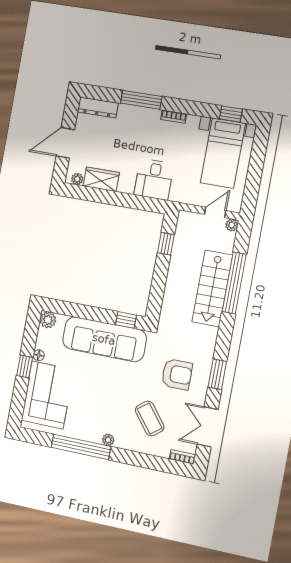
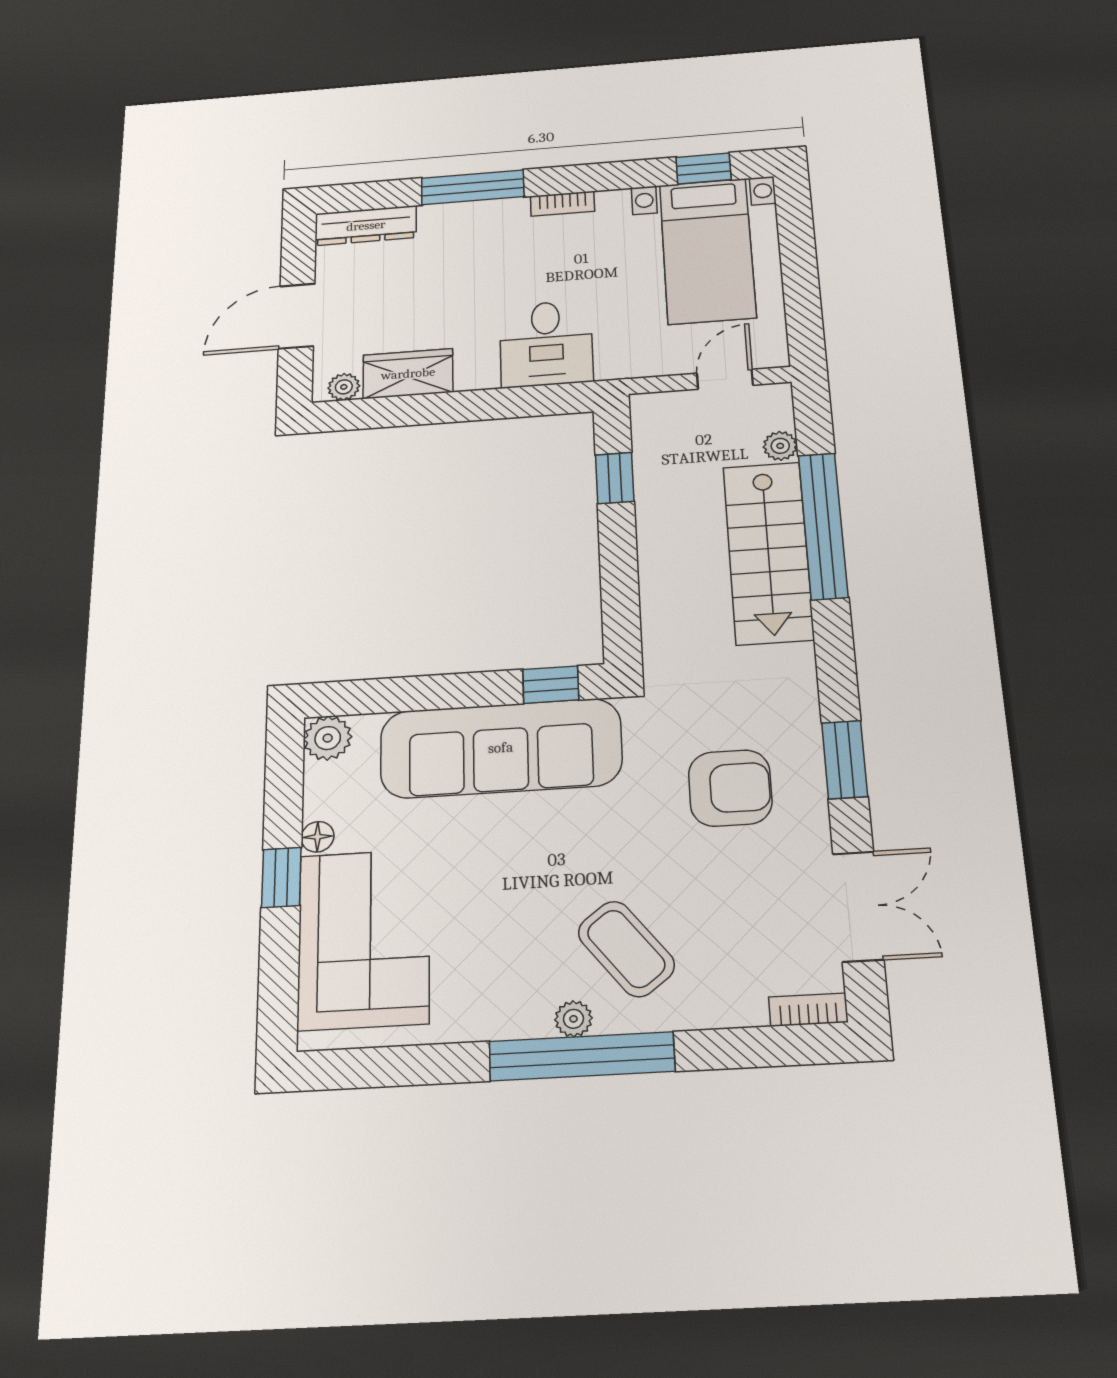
plant: (232, 225) -> (780, 446), moved
coffee table: (150, 419) -> (626, 949), moved
double door: (208, 427) -> (858, 906), swing flipped
window: (81, 447) -> (582, 1056), moved

